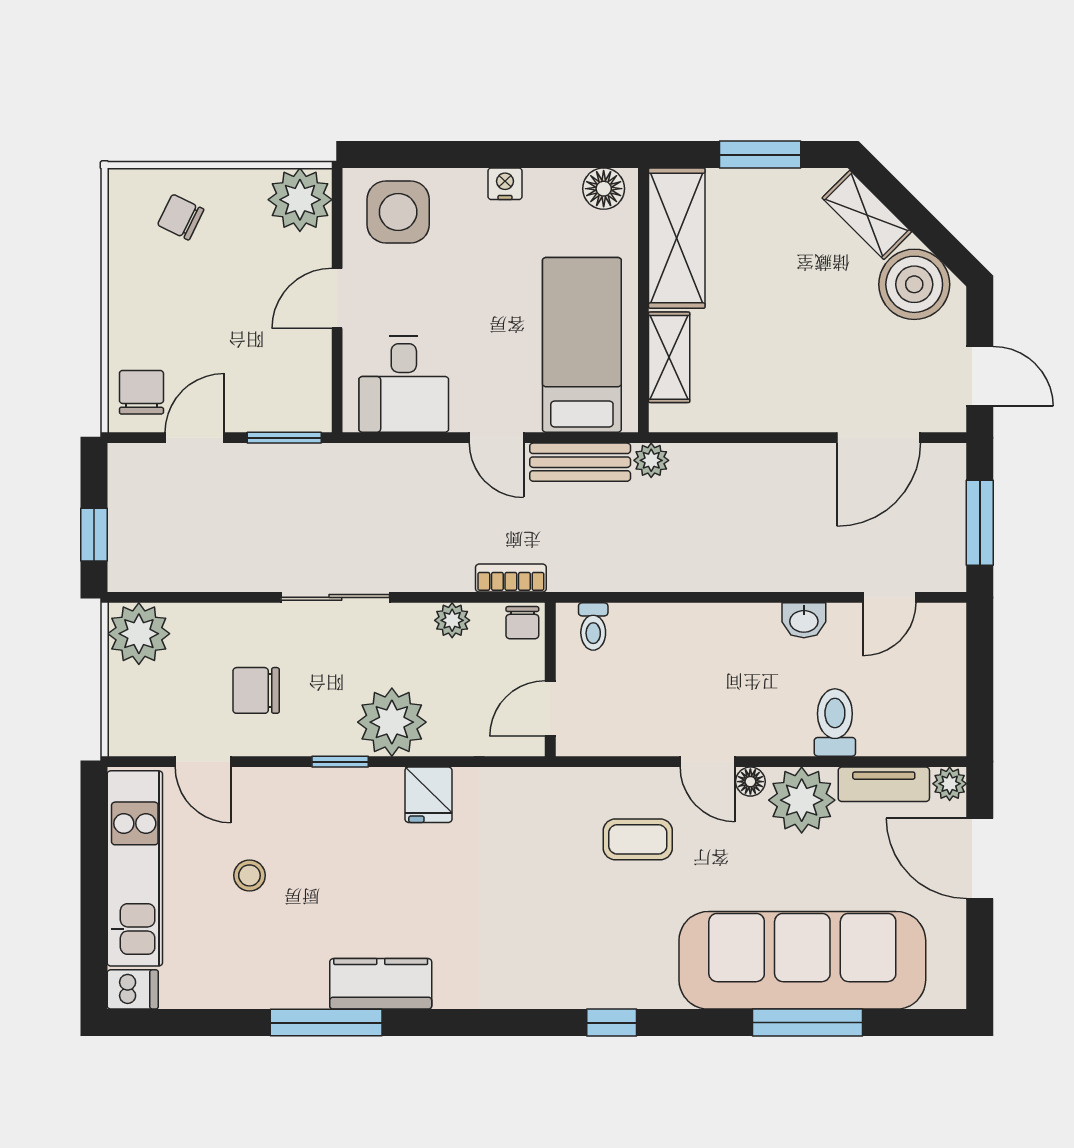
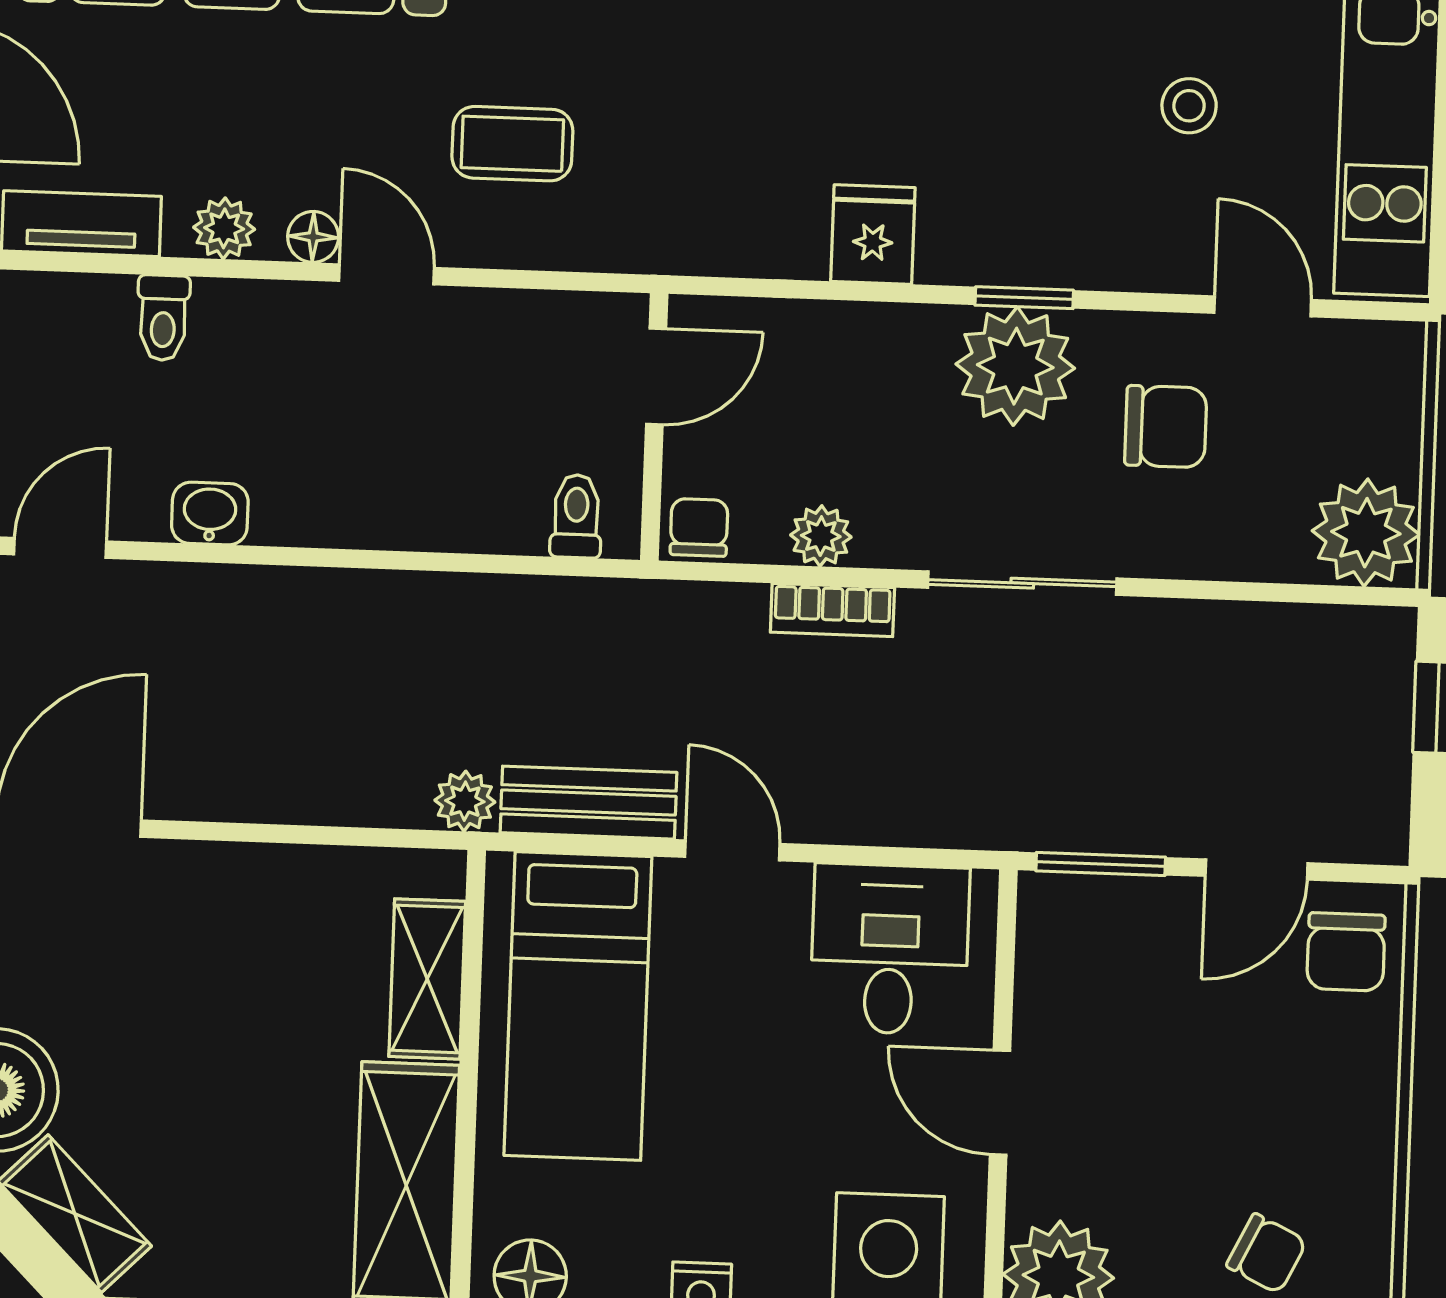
door: (337, 298) -> (1000, 1103), swing flipped
bookcase: (511, 578) -> (832, 610), moved
plant: (392, 722) -> (1015, 366), moved
toilet: (835, 722) -> (163, 318), width x0.73, depth x0.72
plant: (802, 800) -> (224, 228), width x0.53, depth x0.53

